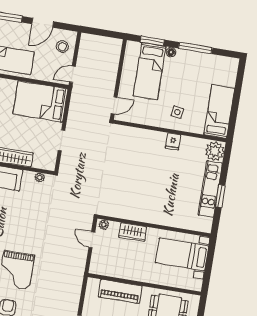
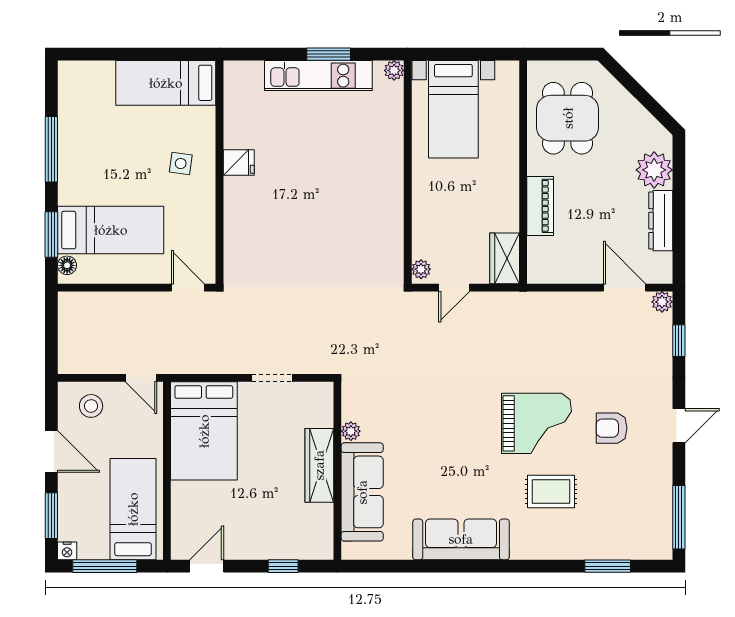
floor lamp: (171, 52) -> (67, 265), moved
plant: (215, 151) -> (394, 70), moved, width x0.53, depth x0.53
plant: (40, 178) -> (351, 431), moved
wardrobe: (133, 232) -> (505, 258), moved, turned 180
piano: (120, 291) -> (540, 206), width x0.73, depth x0.75

